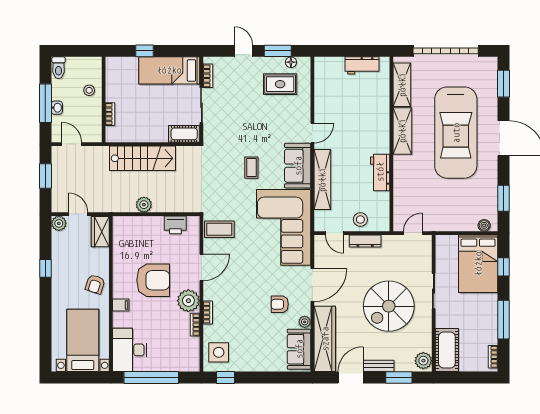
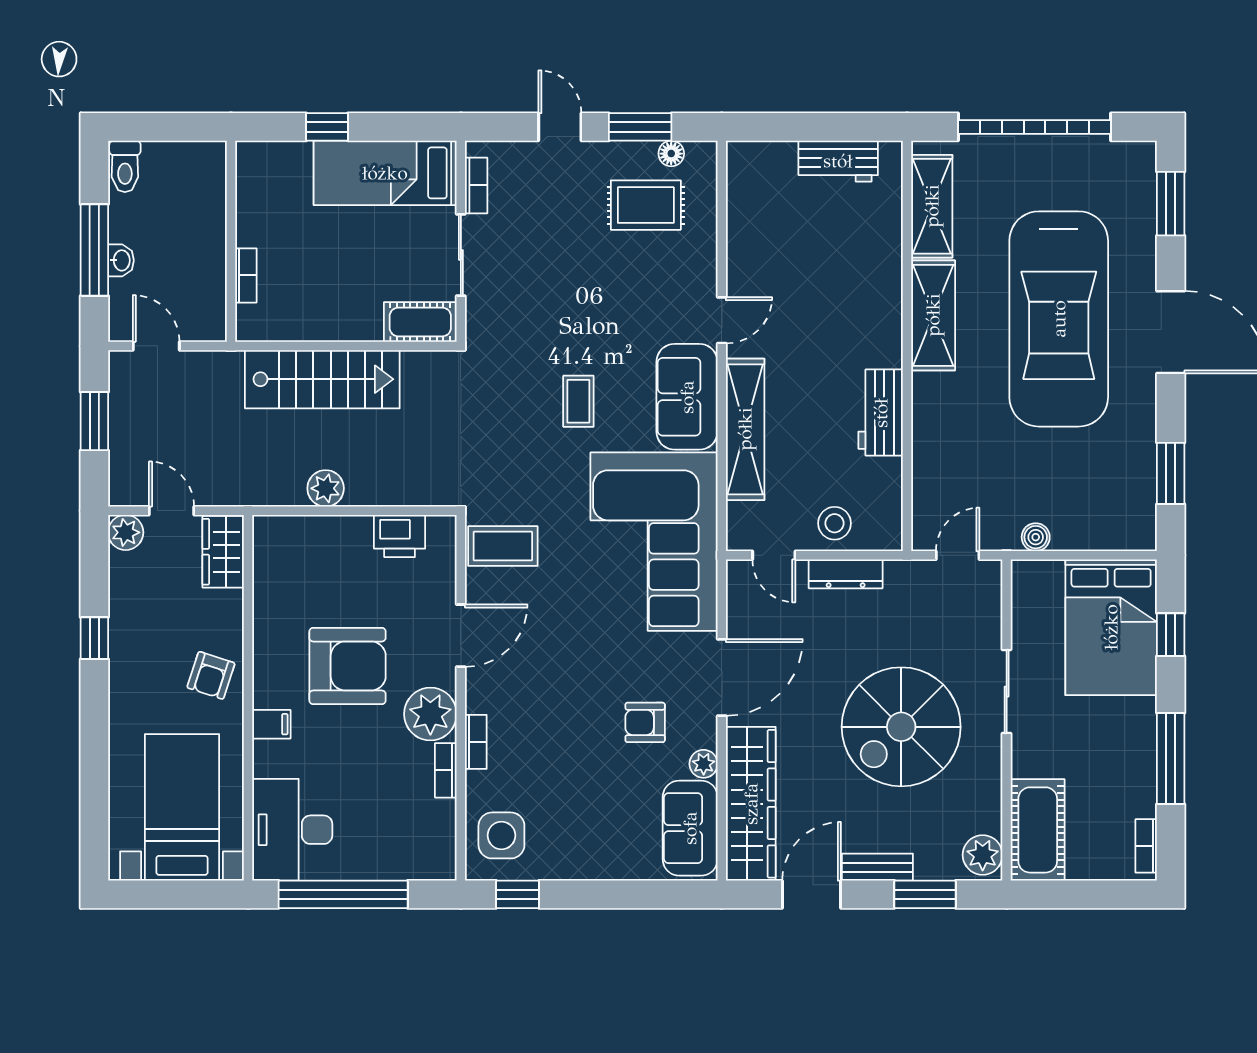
stool: (89, 90) -> (197, 220), removed
boiler: (484, 225) -> (1036, 537), moved

